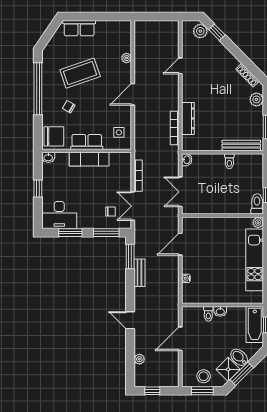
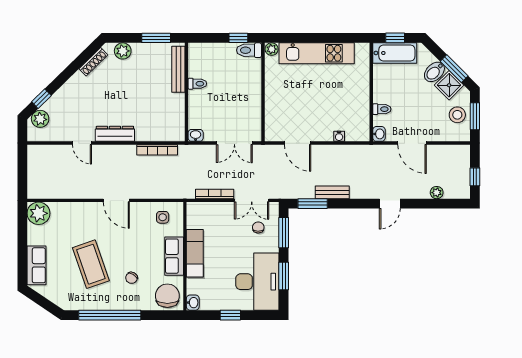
plant: (126, 58) -> (39, 213), moved, width x1.88, depth x1.88
dresser: (188, 118) -> (115, 134), moved
desk: (59, 215) -> (257, 282), width x1.36, depth x1.30
washbasin: (220, 311) -> (379, 134), moved

